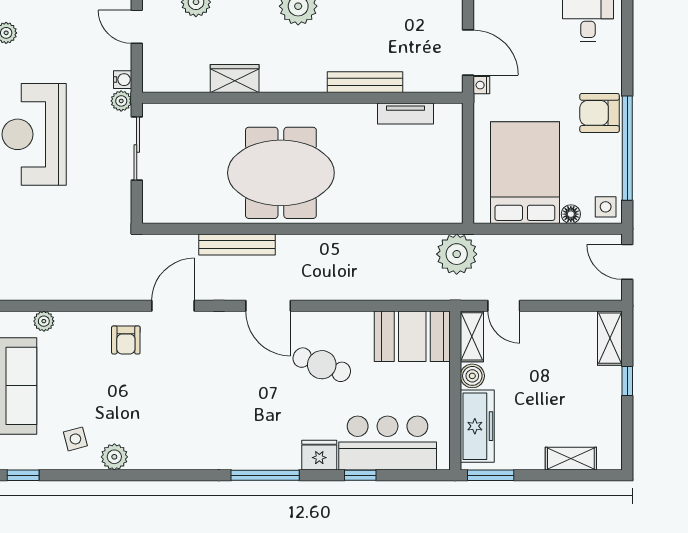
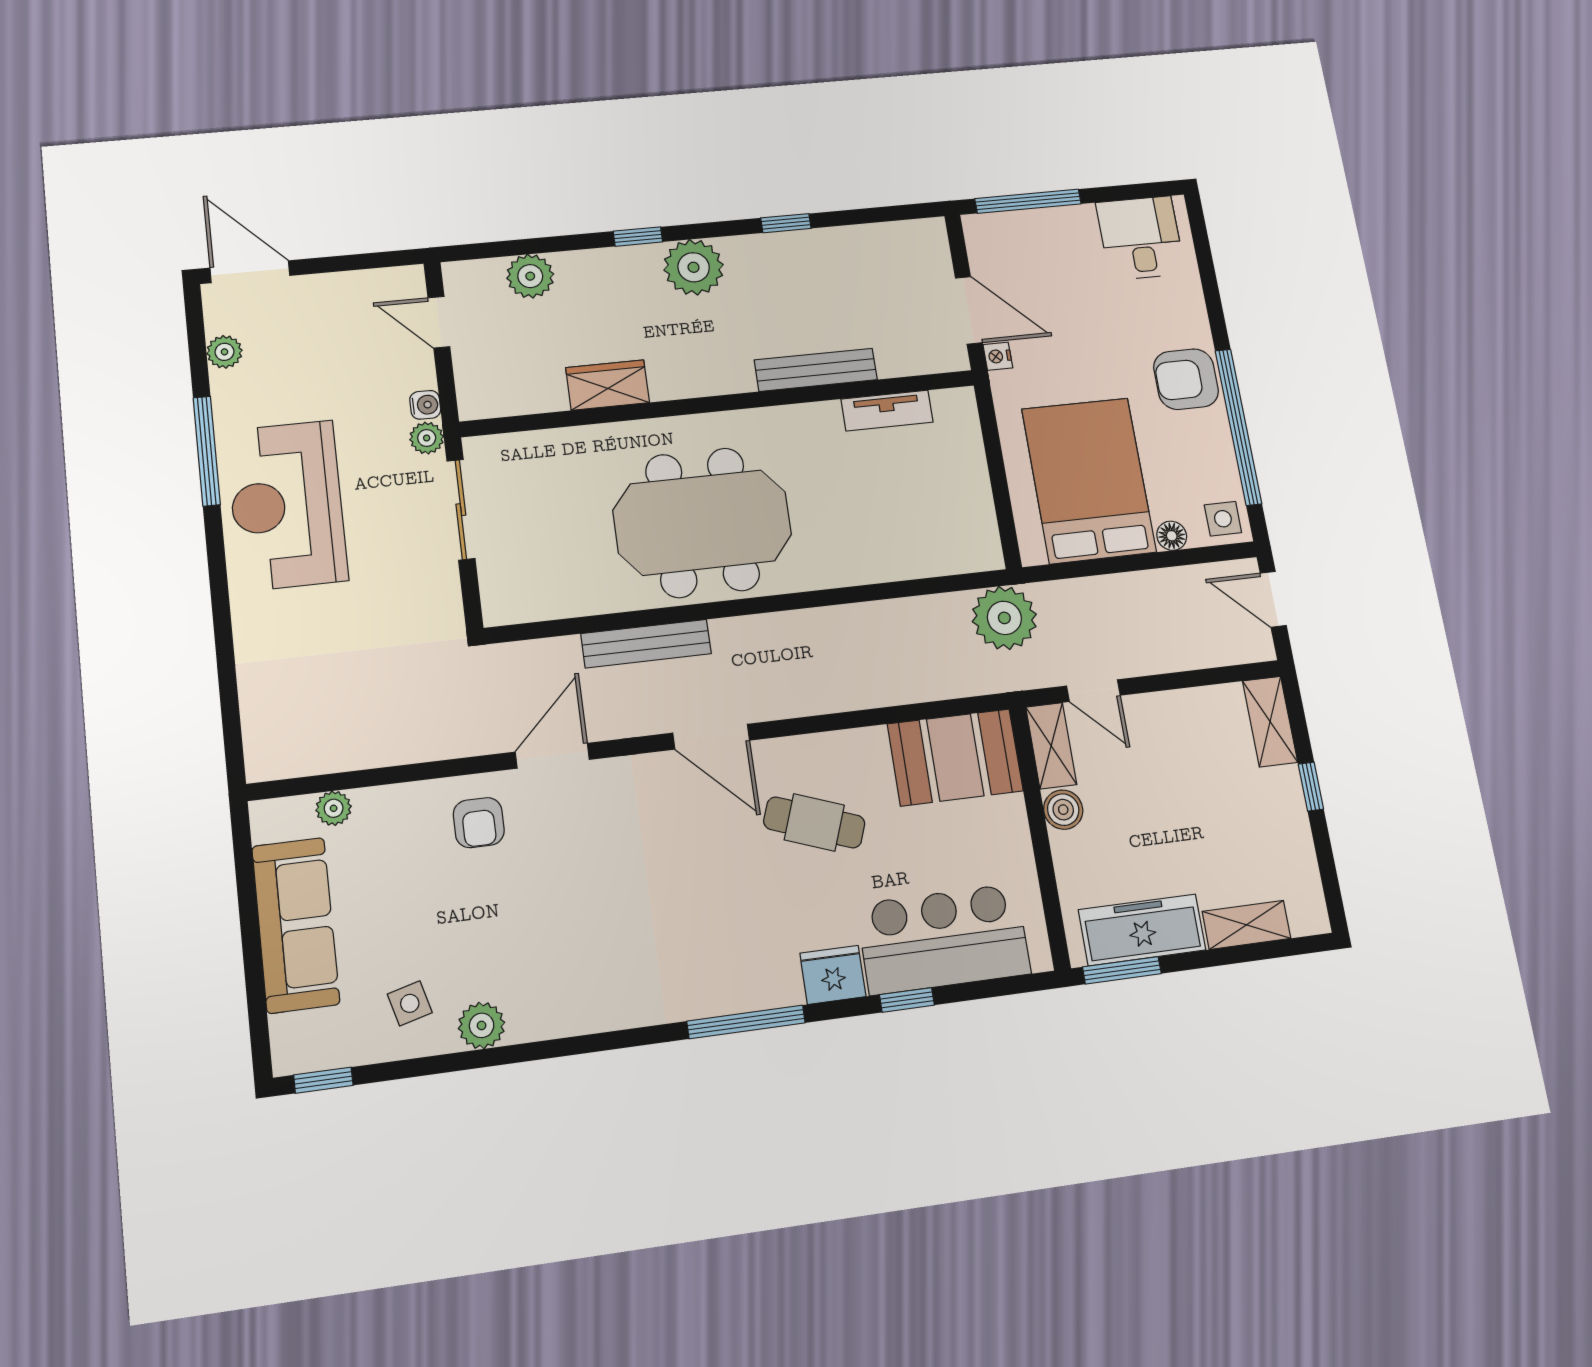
freezer: (477, 426) -> (1142, 930), moved, turned -90

